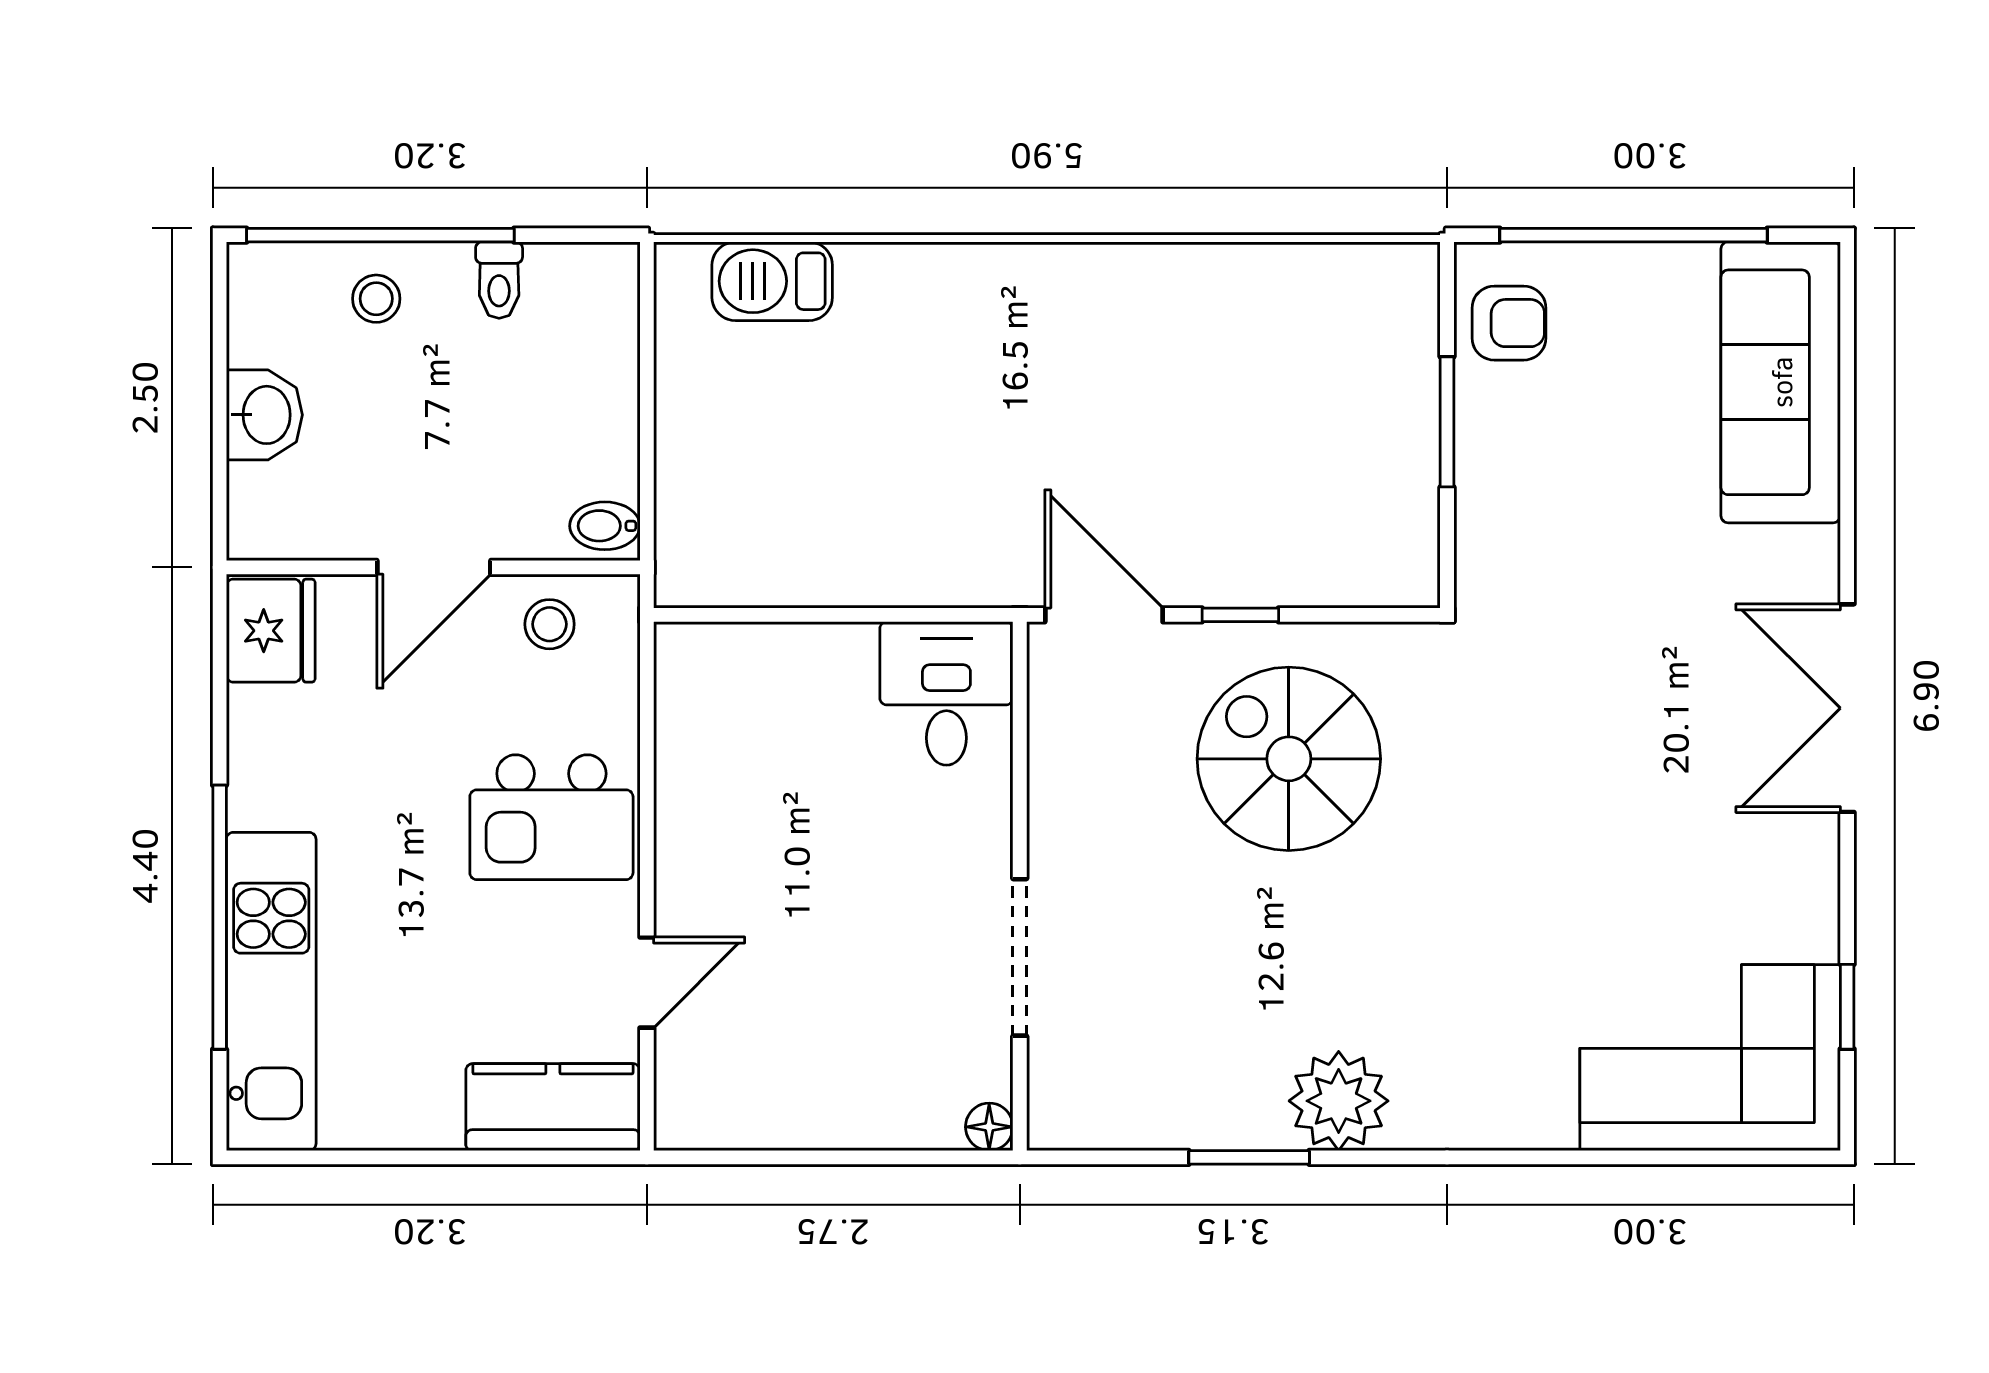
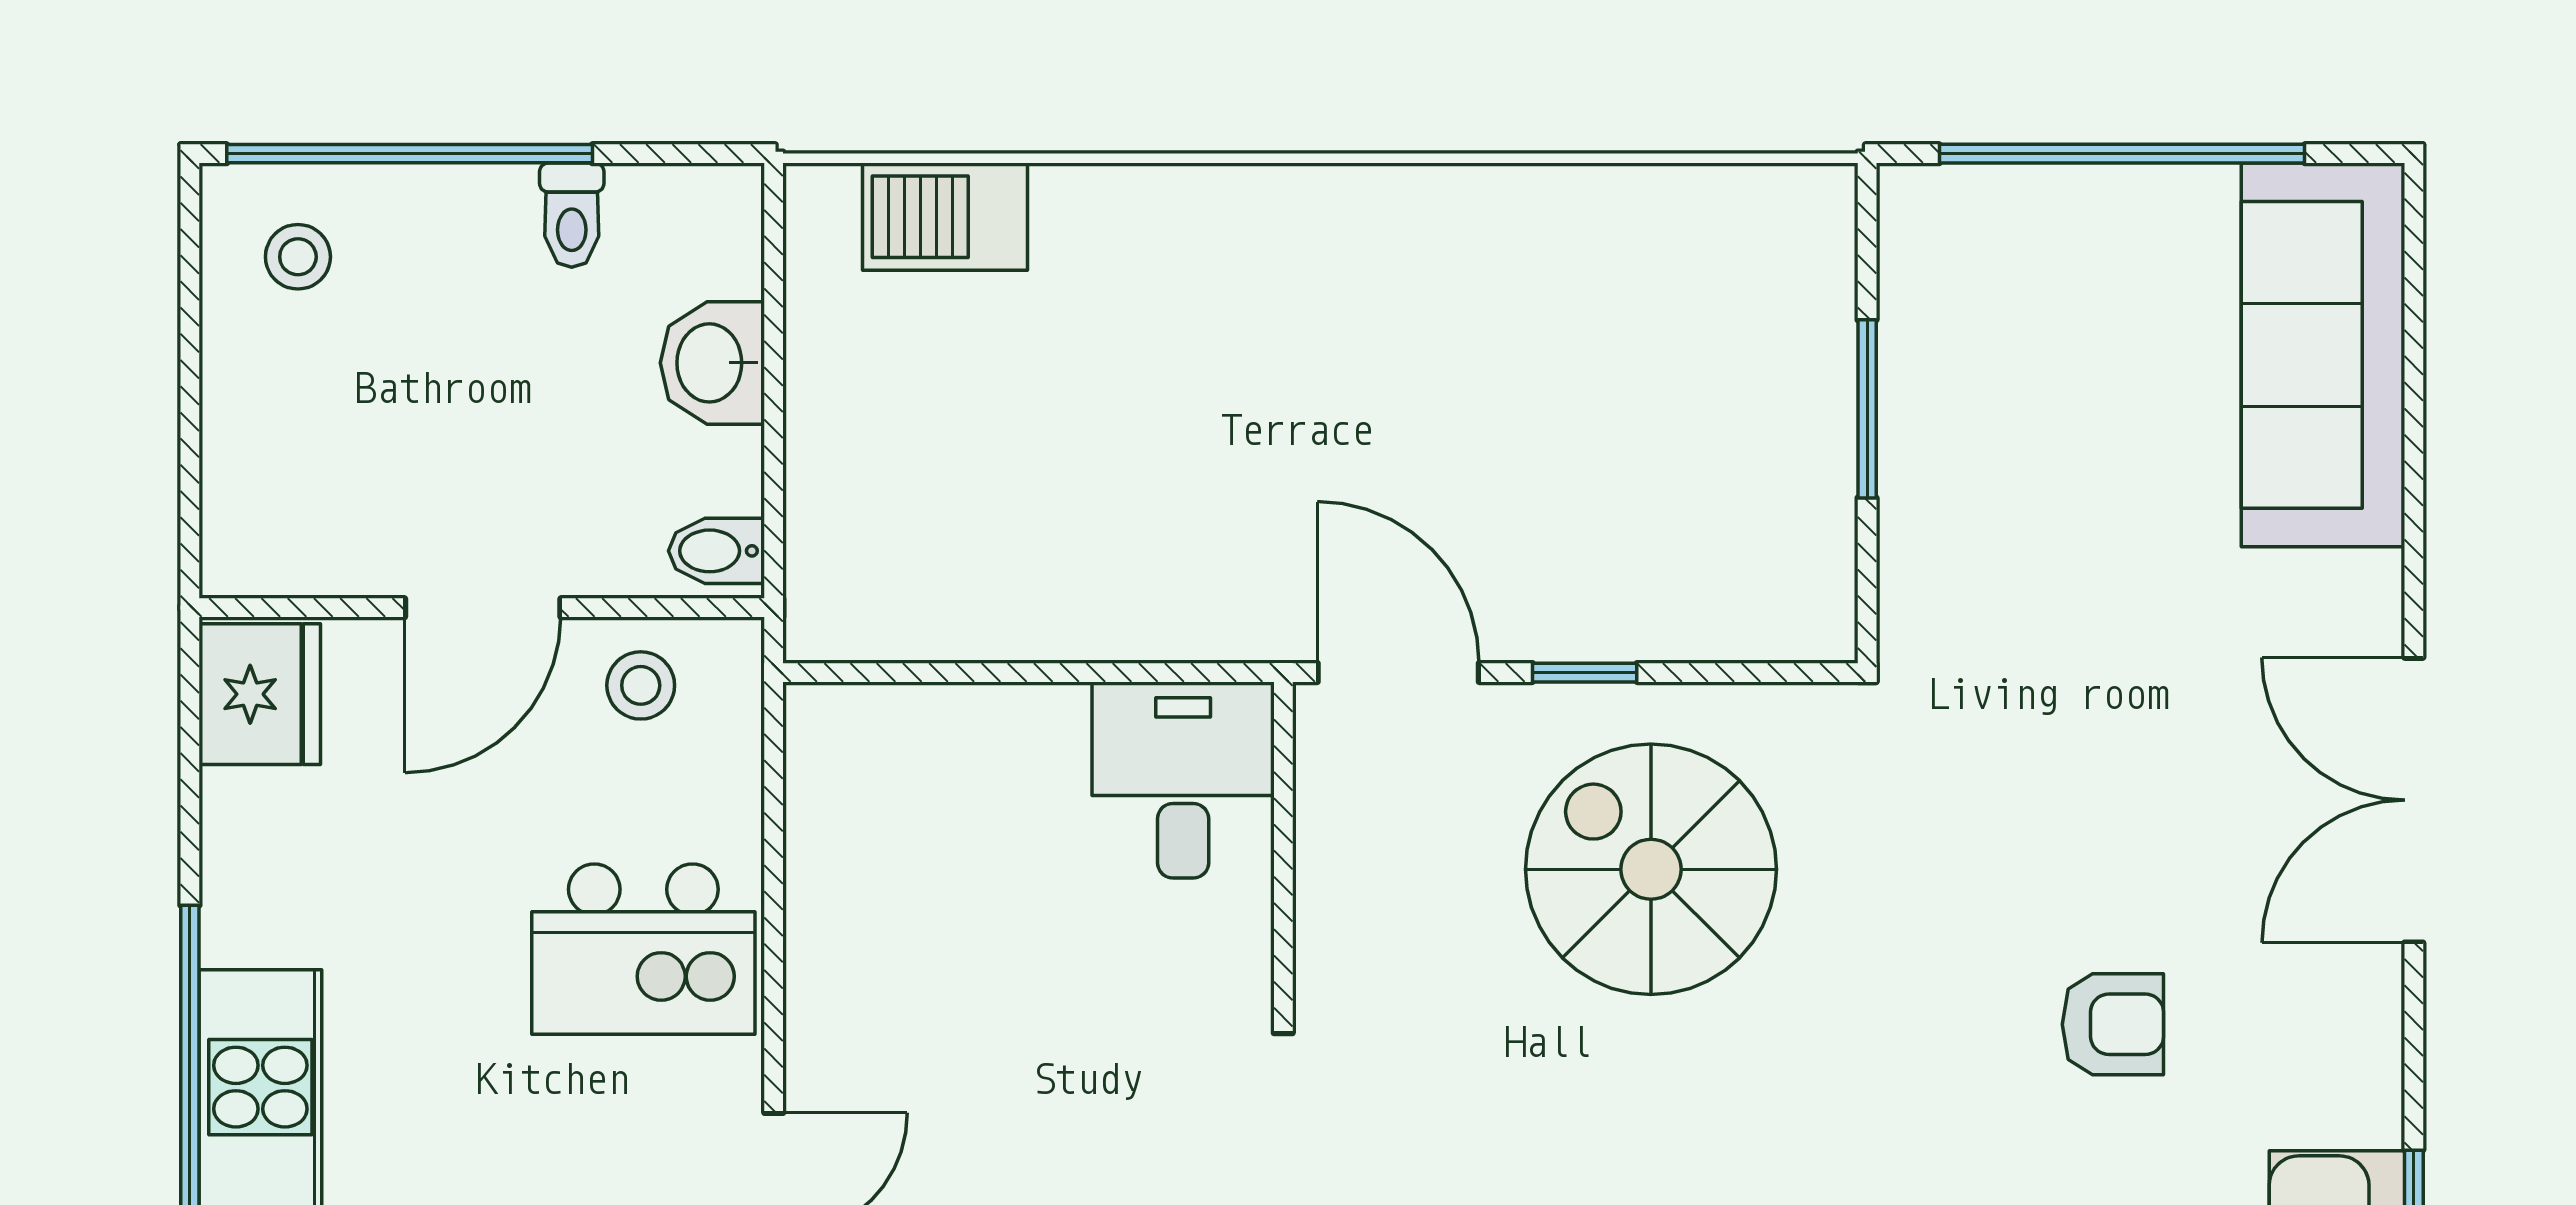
stool: (376, 299) -> (298, 257), moved
armchair: (1509, 323) -> (2113, 1024), moved
washbasin: (264, 415) -> (712, 363), moved, turned 180

